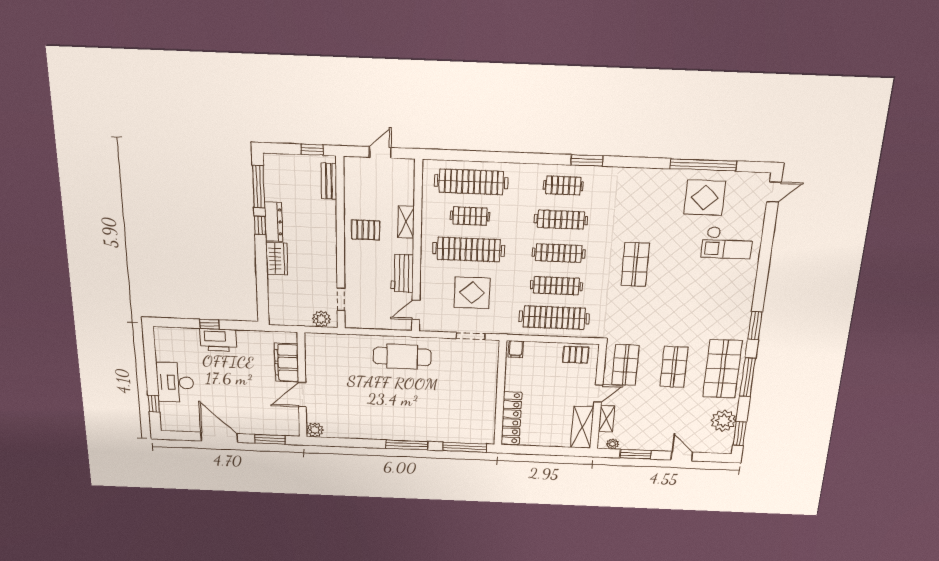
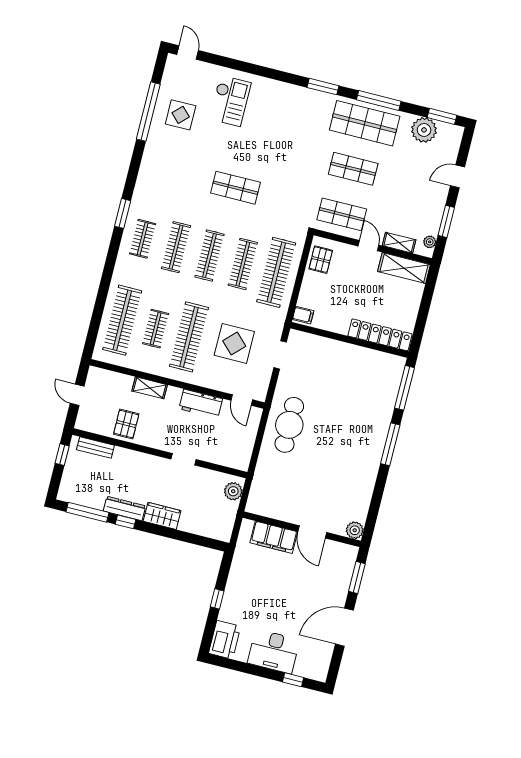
display table: (705, 198) -> (181, 115), width x0.73, depth x0.73
pallet: (366, 230) -> (126, 424), moved
doorway: (341, 299) -> (183, 459), moved
printer: (218, 340) -> (225, 640), moved

